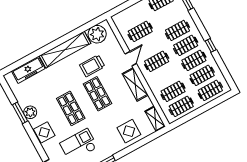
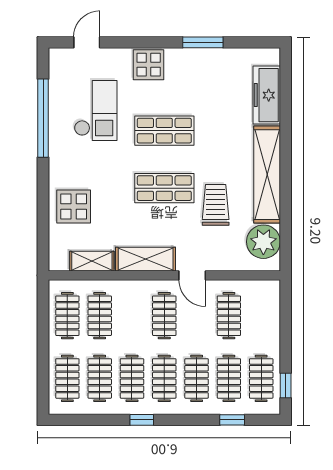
clothes rail: (169, 15) -> (229, 378), added
plant: (30, 112) -> (195, 60), removed
shelving: (155, 119) -> (92, 261), moved

